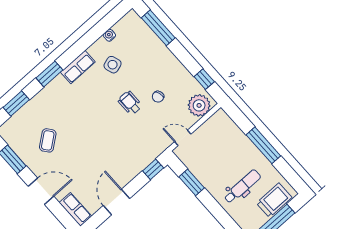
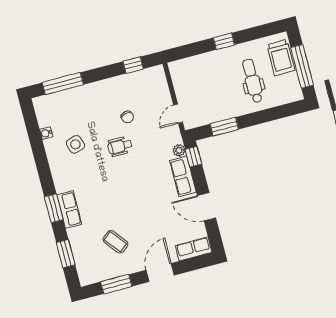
row of seats: (78, 67) -> (69, 210), moved
plant: (199, 105) -> (179, 150), moved, width x0.53, depth x0.53
window: (263, 145) -> (224, 41), width x0.46
row of seats: (132, 169) -> (183, 176), added
trolley: (274, 200) -> (281, 58), turned 180

